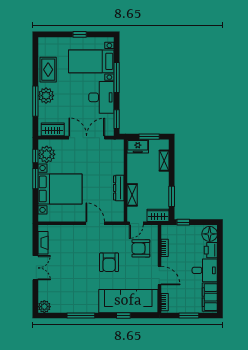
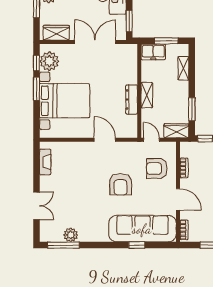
shelving: (132, 195) -> (147, 95), moved
door: (136, 223) -> (151, 140), swing flipped
double door: (35, 268) -> (36, 206), moved
plant: (44, 307) -> (71, 235), moved
window: (81, 315) -> (64, 245), moved

